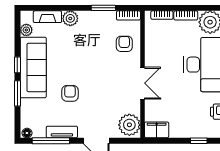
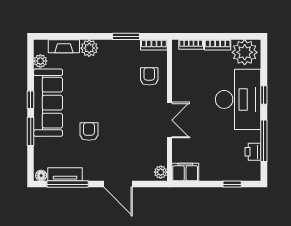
plant: (129, 125) -> (161, 172), width x0.53, depth x0.53
tv unit: (62, 132) -> (65, 174), moved

